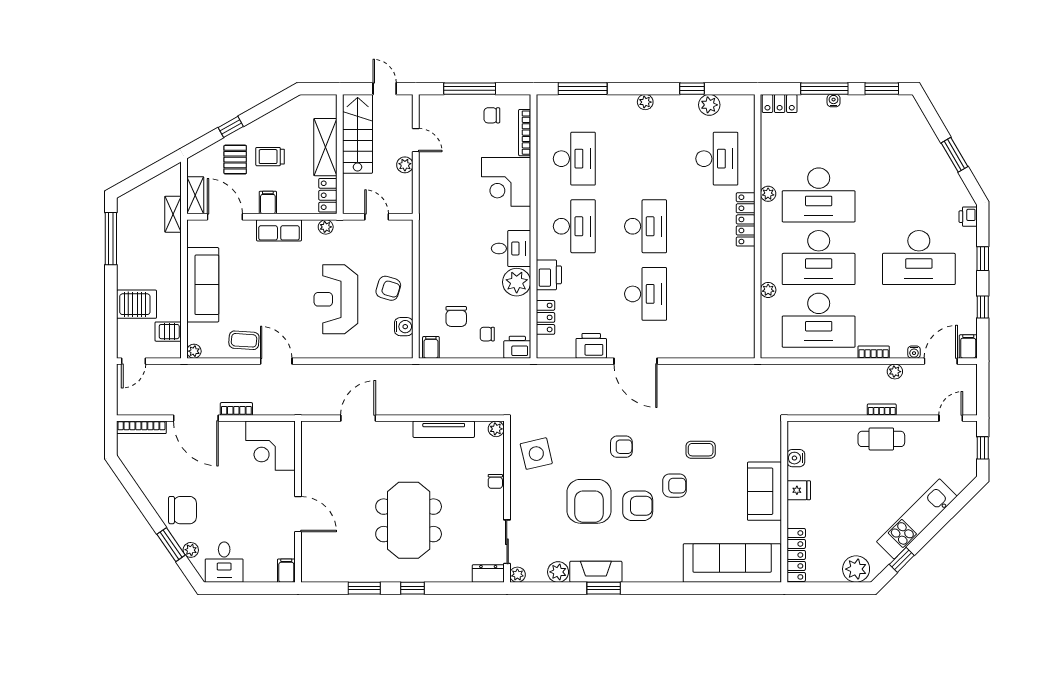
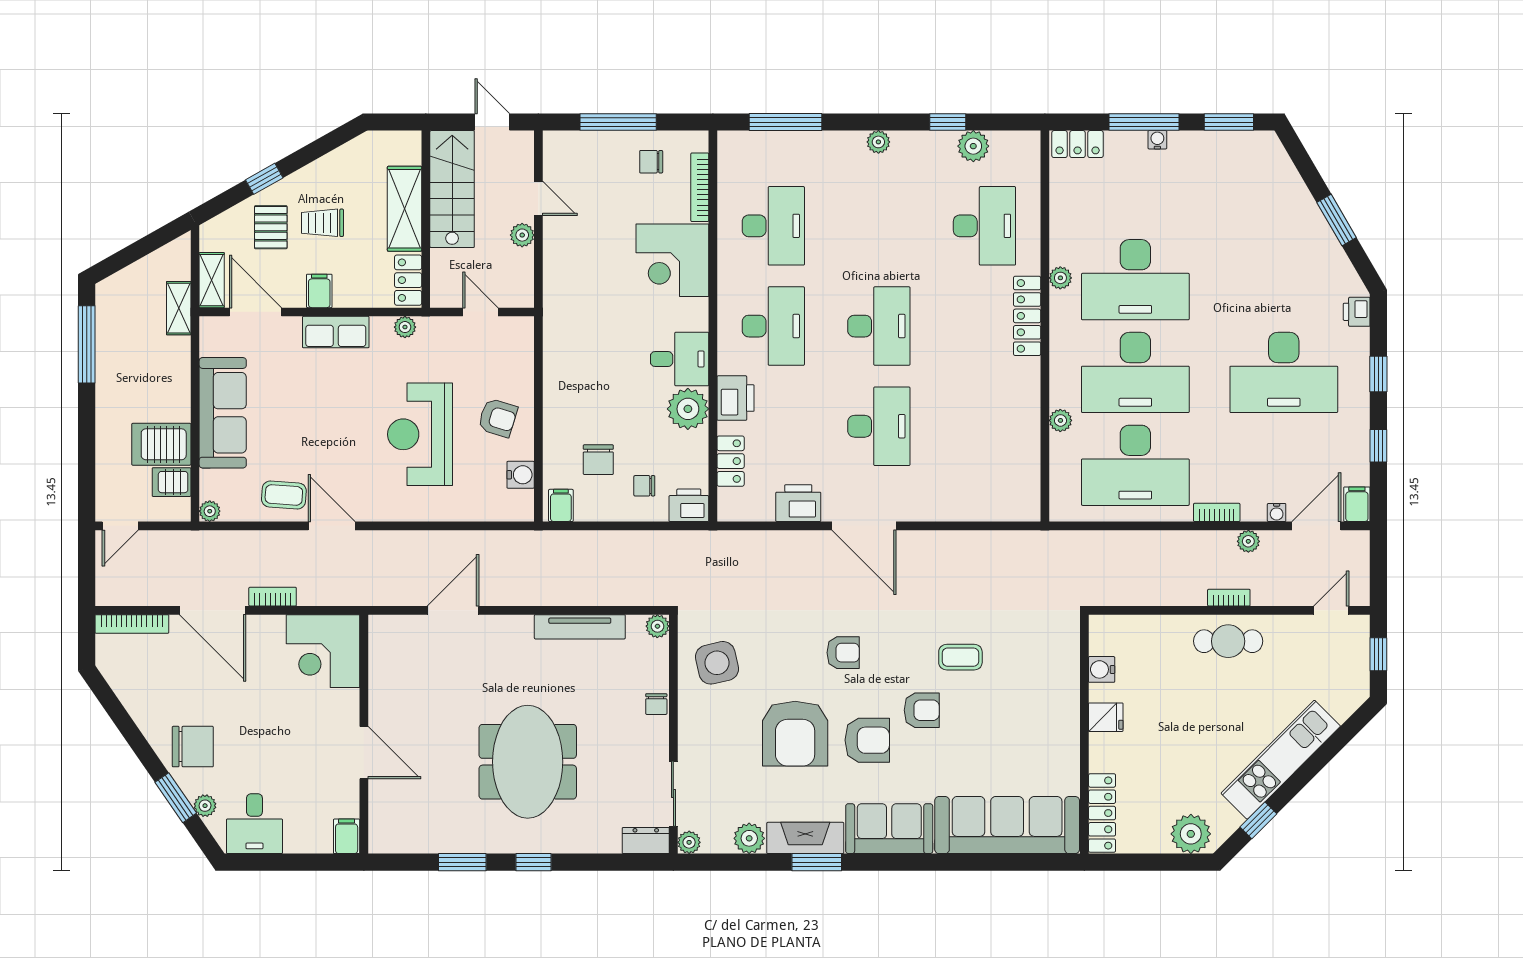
server rack: (136, 304) -> (161, 444), moved, turned 180
sofa: (764, 491) -> (889, 829), moved, turned 90

